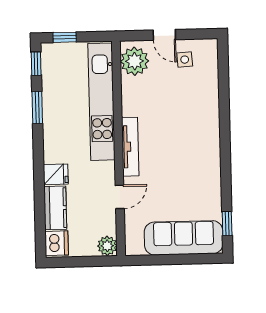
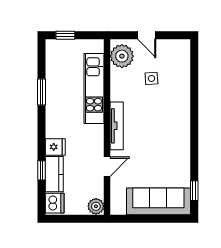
side table: (185, 60) -> (151, 78), moved
window: (36, 64) -> (41, 170), moved
kitchen unit: (101, 102) -> (94, 89), width x0.73

